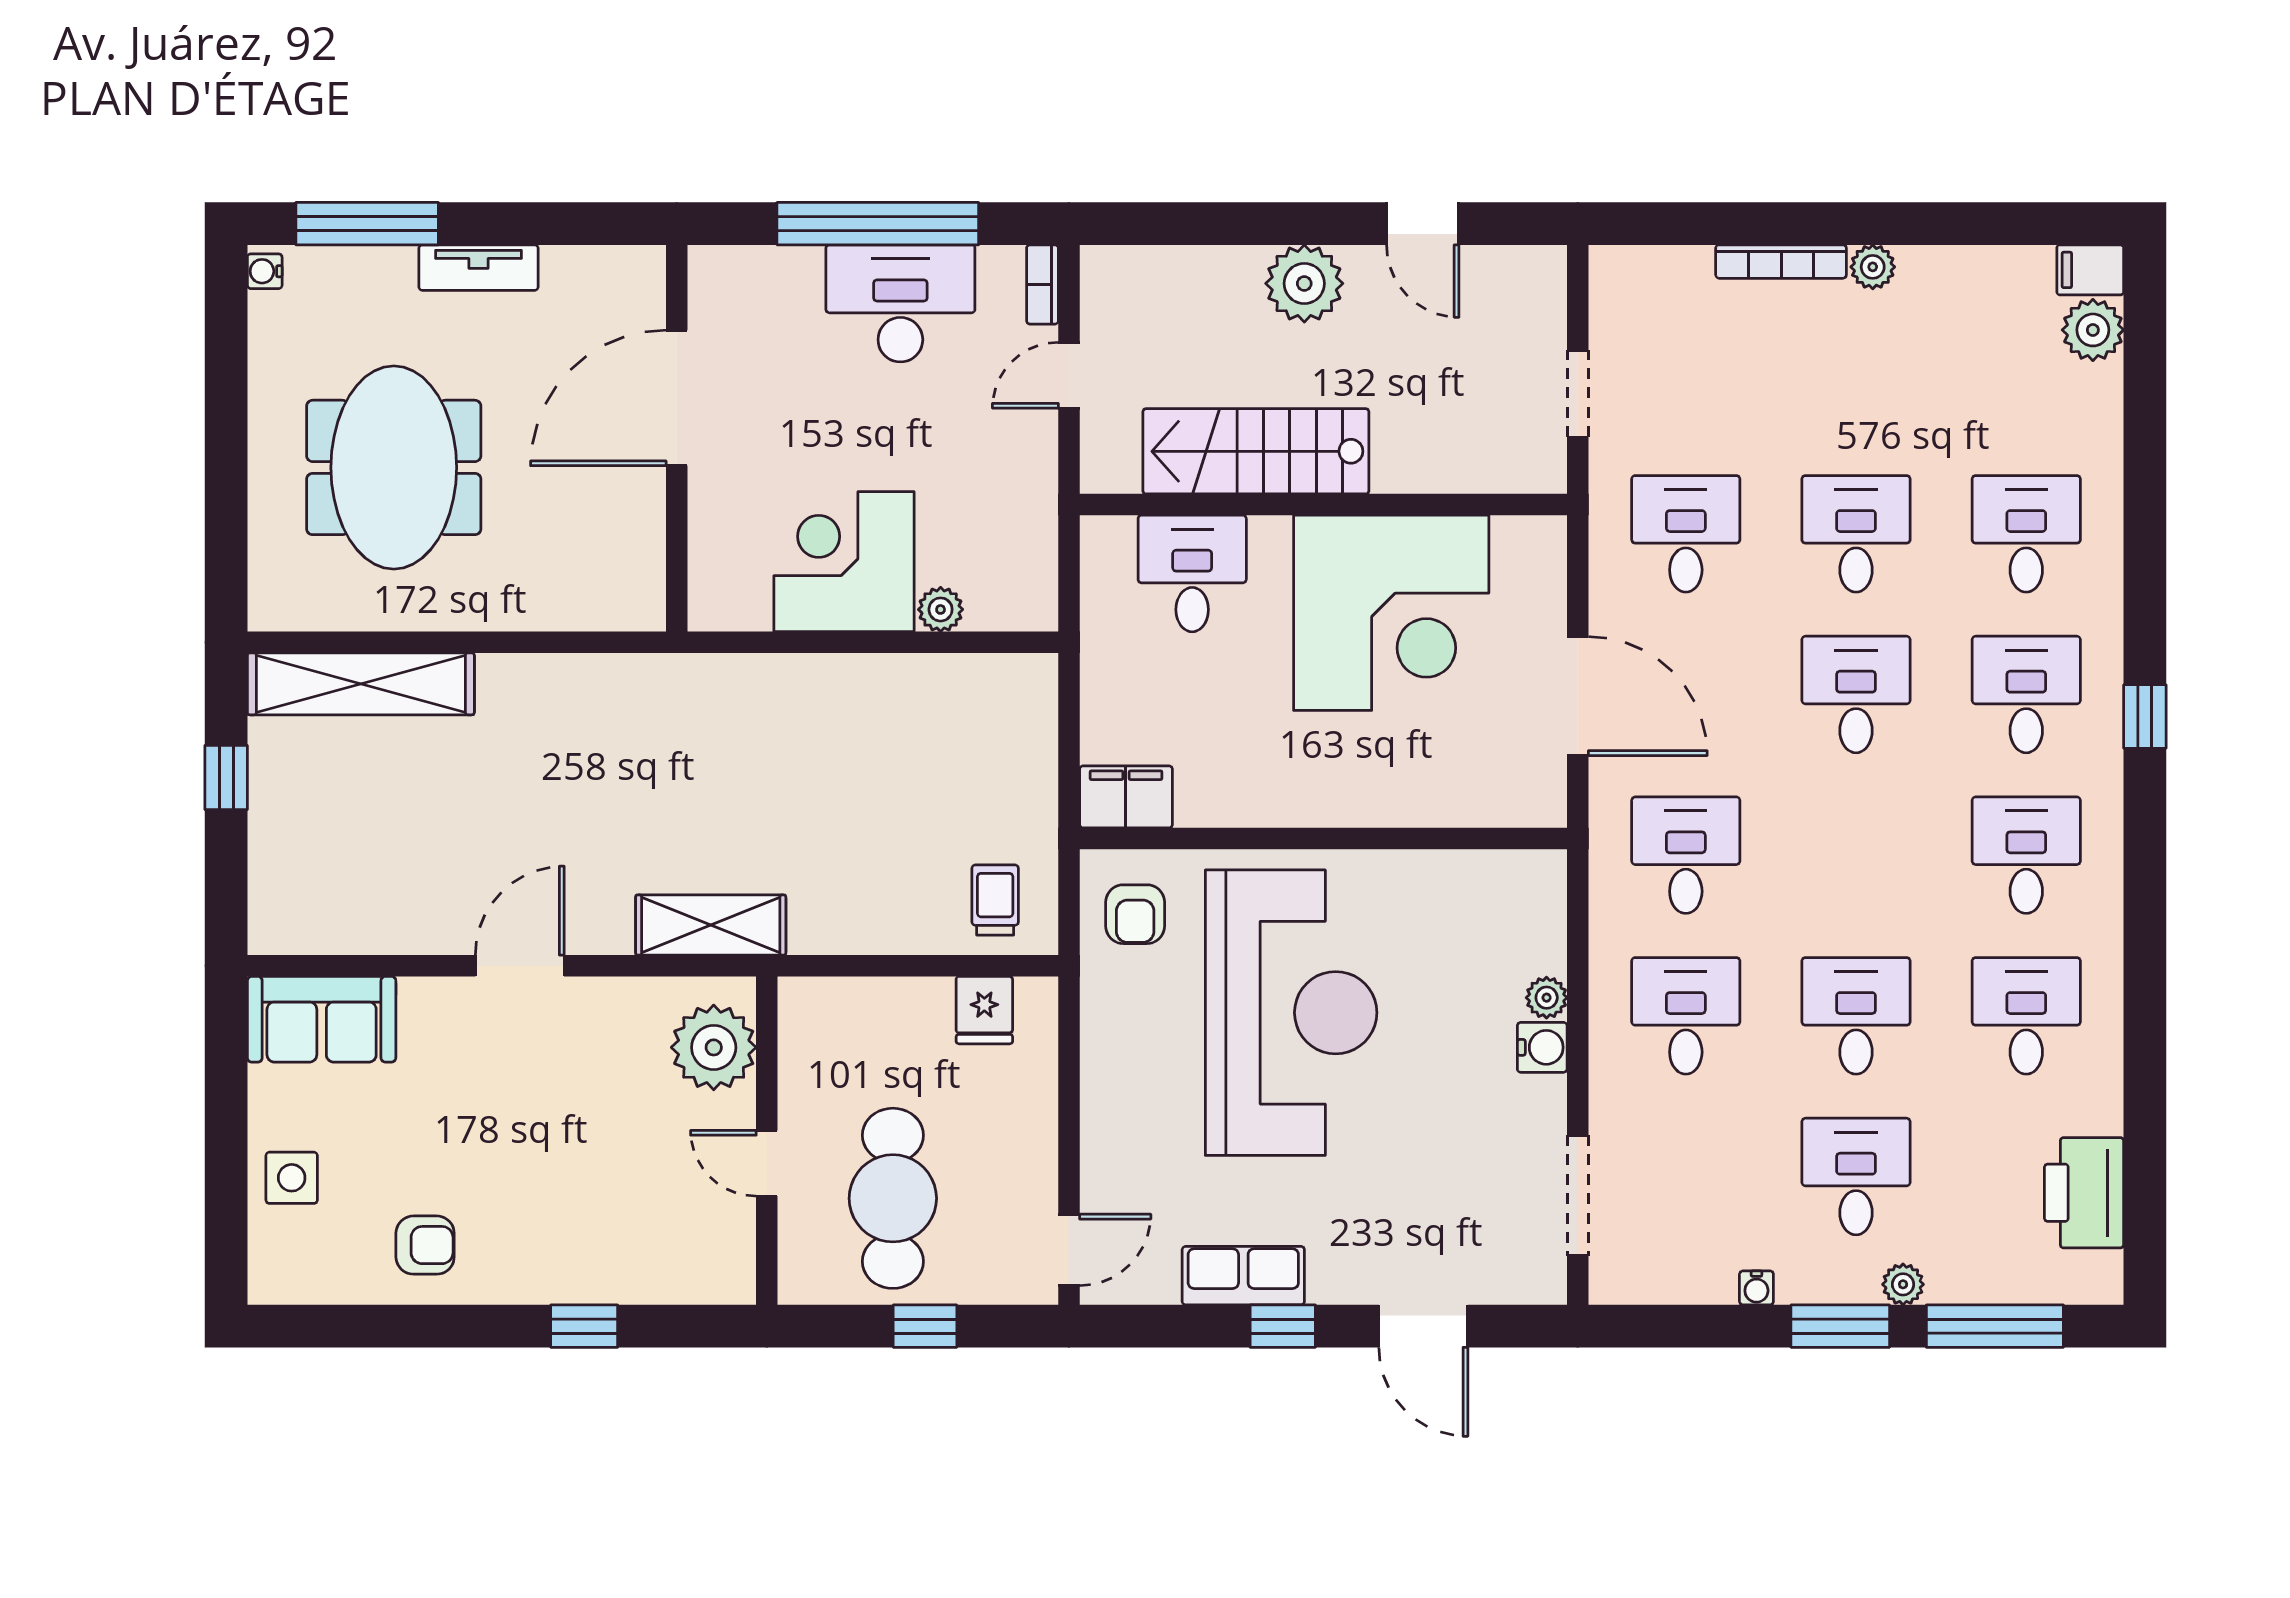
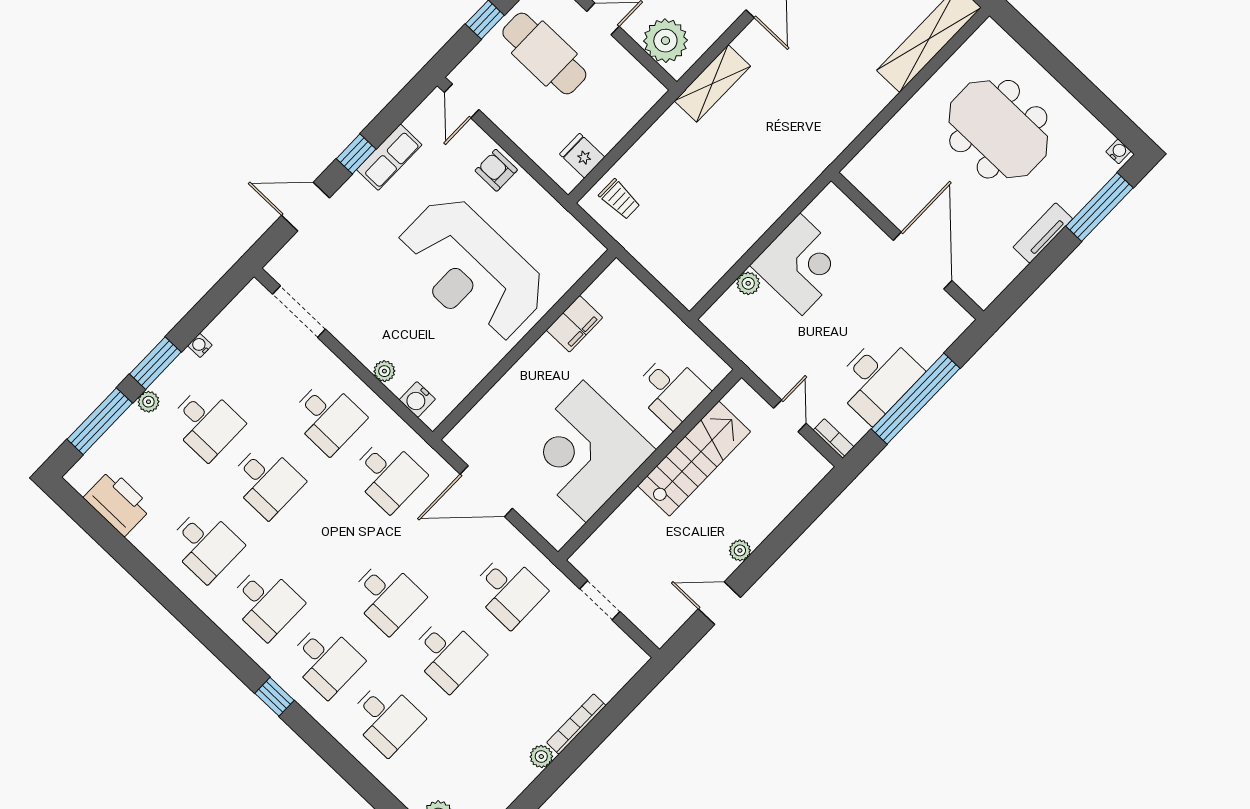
plant: (1304, 283) -> (740, 550), width x0.53, depth x0.53
filing cabinet: (1126, 797) -> (574, 324), moved
armchair: (1135, 914) -> (496, 170), moved
water cooler: (1542, 1047) -> (417, 400), moved

